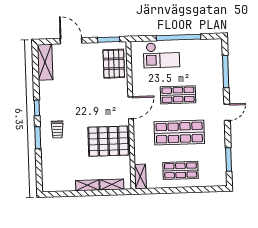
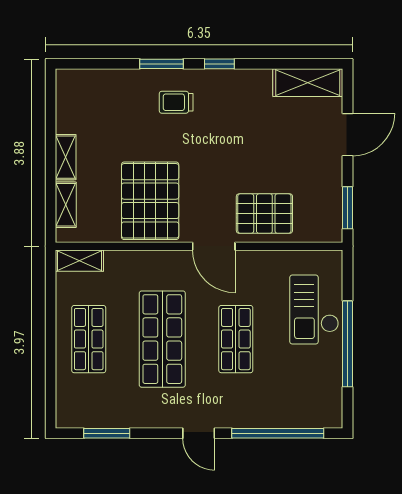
pallet: (114, 64) -> (264, 214), moved
window: (226, 72) -> (278, 433), width x1.46

